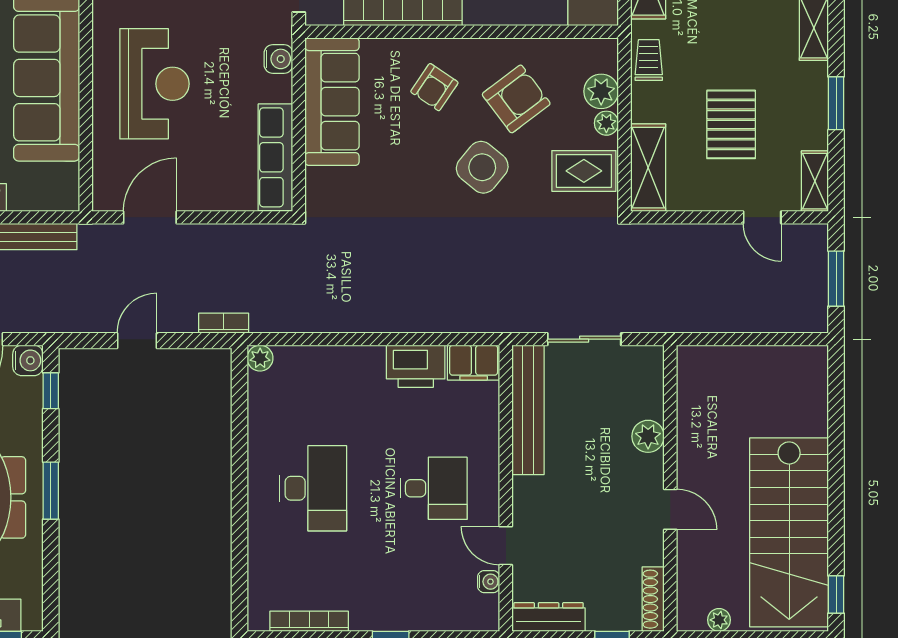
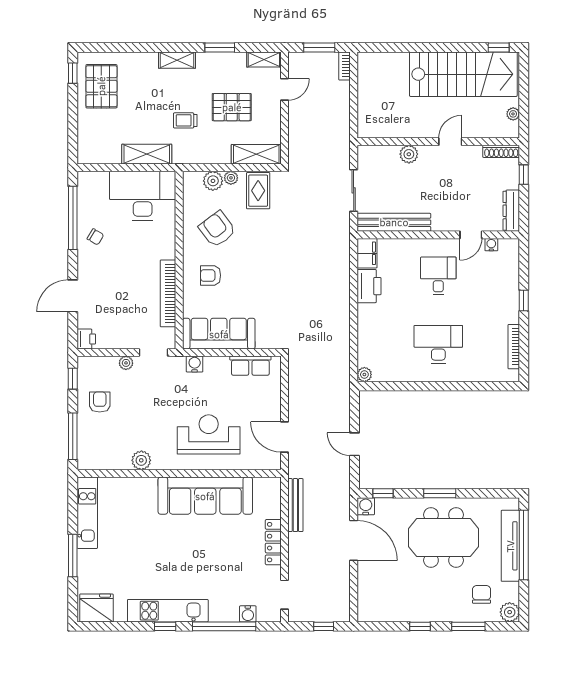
trolley: (649, 60) -> (185, 120), moved
armchair: (434, 87) -> (211, 275), turned 146
row of seats: (275, 157) -> (250, 366), width x0.68
side table: (482, 167) -> (256, 248), removed
bookcase: (224, 323) -> (344, 66), moved

